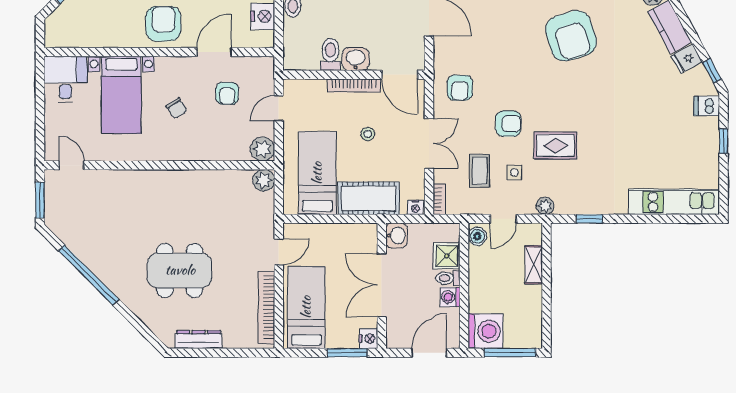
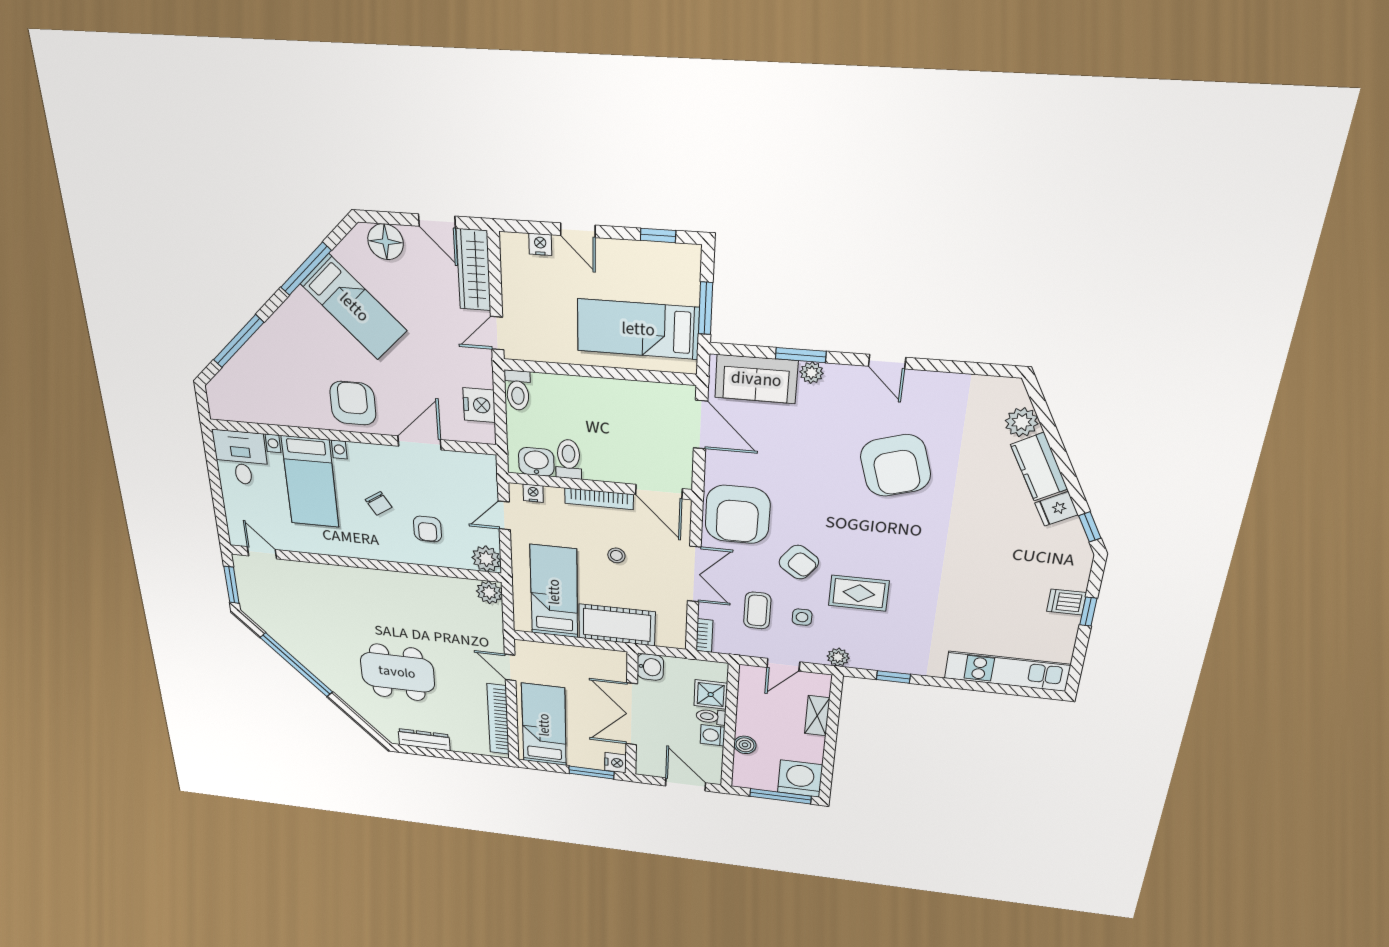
washbasin: (355, 59) -> (536, 462), moved
armchair: (460, 88) -> (738, 514), width x1.88, depth x1.88
armchair: (227, 93) -> (427, 529), moved
dishwasher: (707, 106) -> (1066, 602), moved
armchair: (508, 124) -> (799, 562), turned 36
nightstand: (415, 207) -> (533, 493), moved, turned 180
boiler: (477, 236) -> (745, 745), moved
door: (279, 252) -> (510, 667), swing flipped
washing machine: (486, 331) -> (800, 779), moved, turned -90
door: (429, 353) -> (685, 784), hinge flipped

